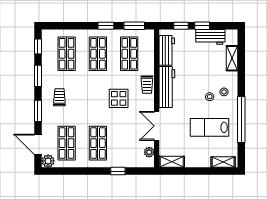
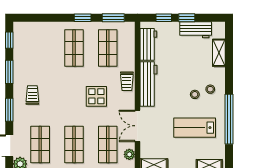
shop shelf: (67, 54) -> (108, 145), moved

